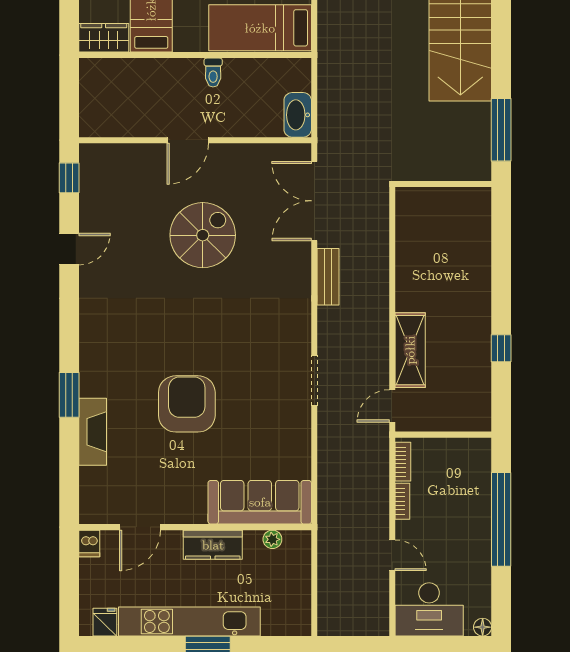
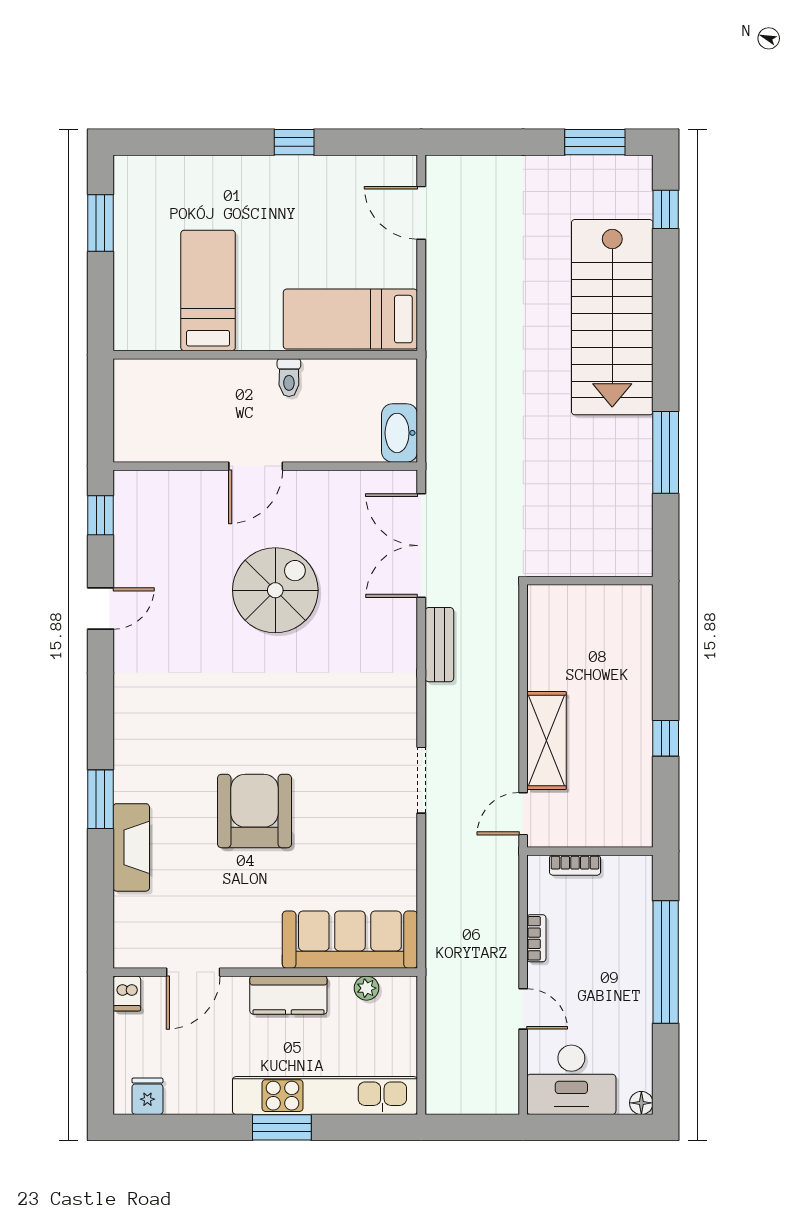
wardrobe: (104, 38) -> (146, 332), removed
wall: (443, 184) -> (590, 581), moved
bookcase: (403, 462) -> (575, 865), moved, turned 90
kitchen unit: (189, 621) -> (325, 1096), moved

